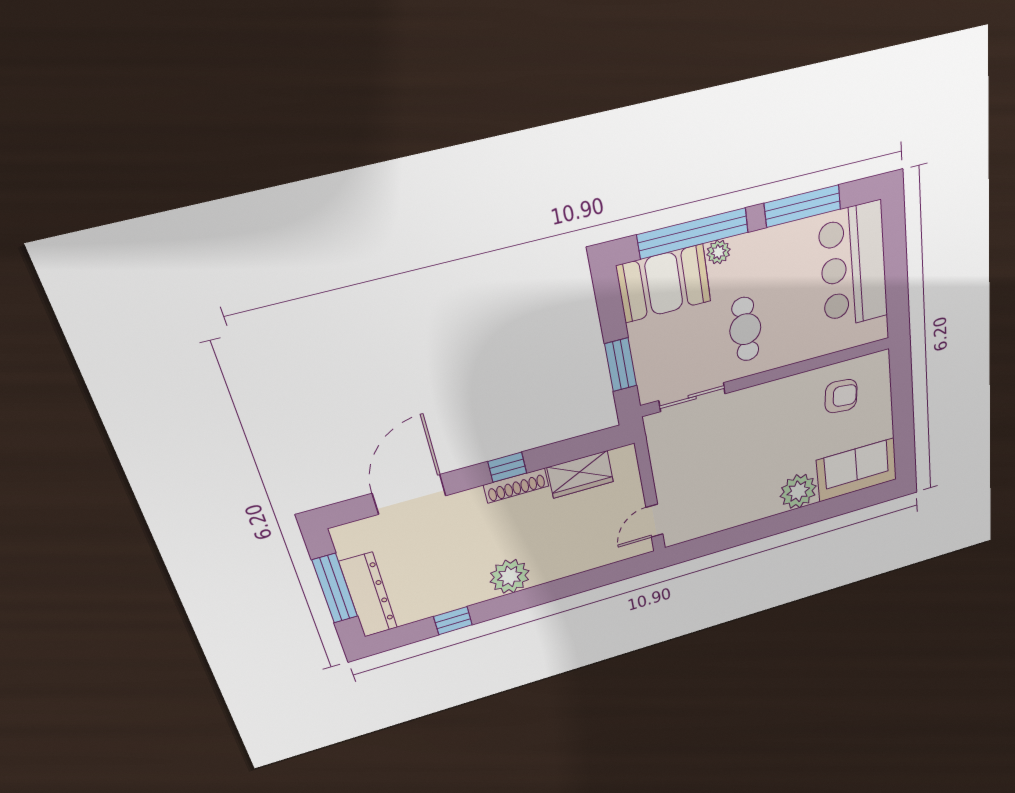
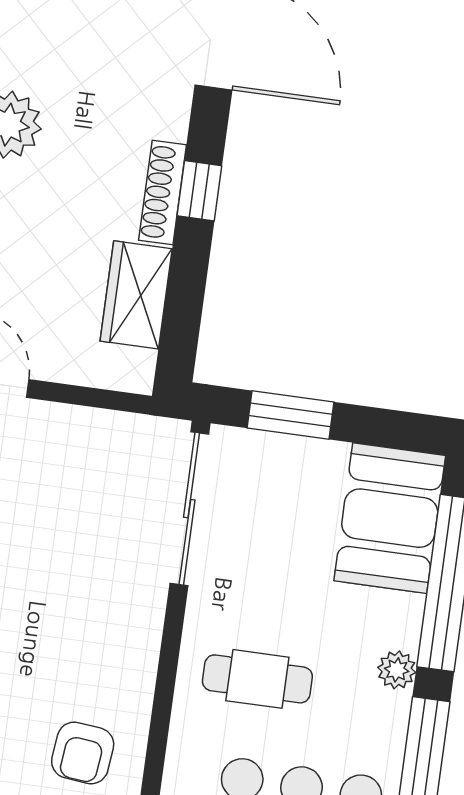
plant: (718, 252) -> (397, 670), moved
cafe table: (745, 329) -> (257, 679), moved
sliding door: (692, 397) -> (189, 509), width x1.37

